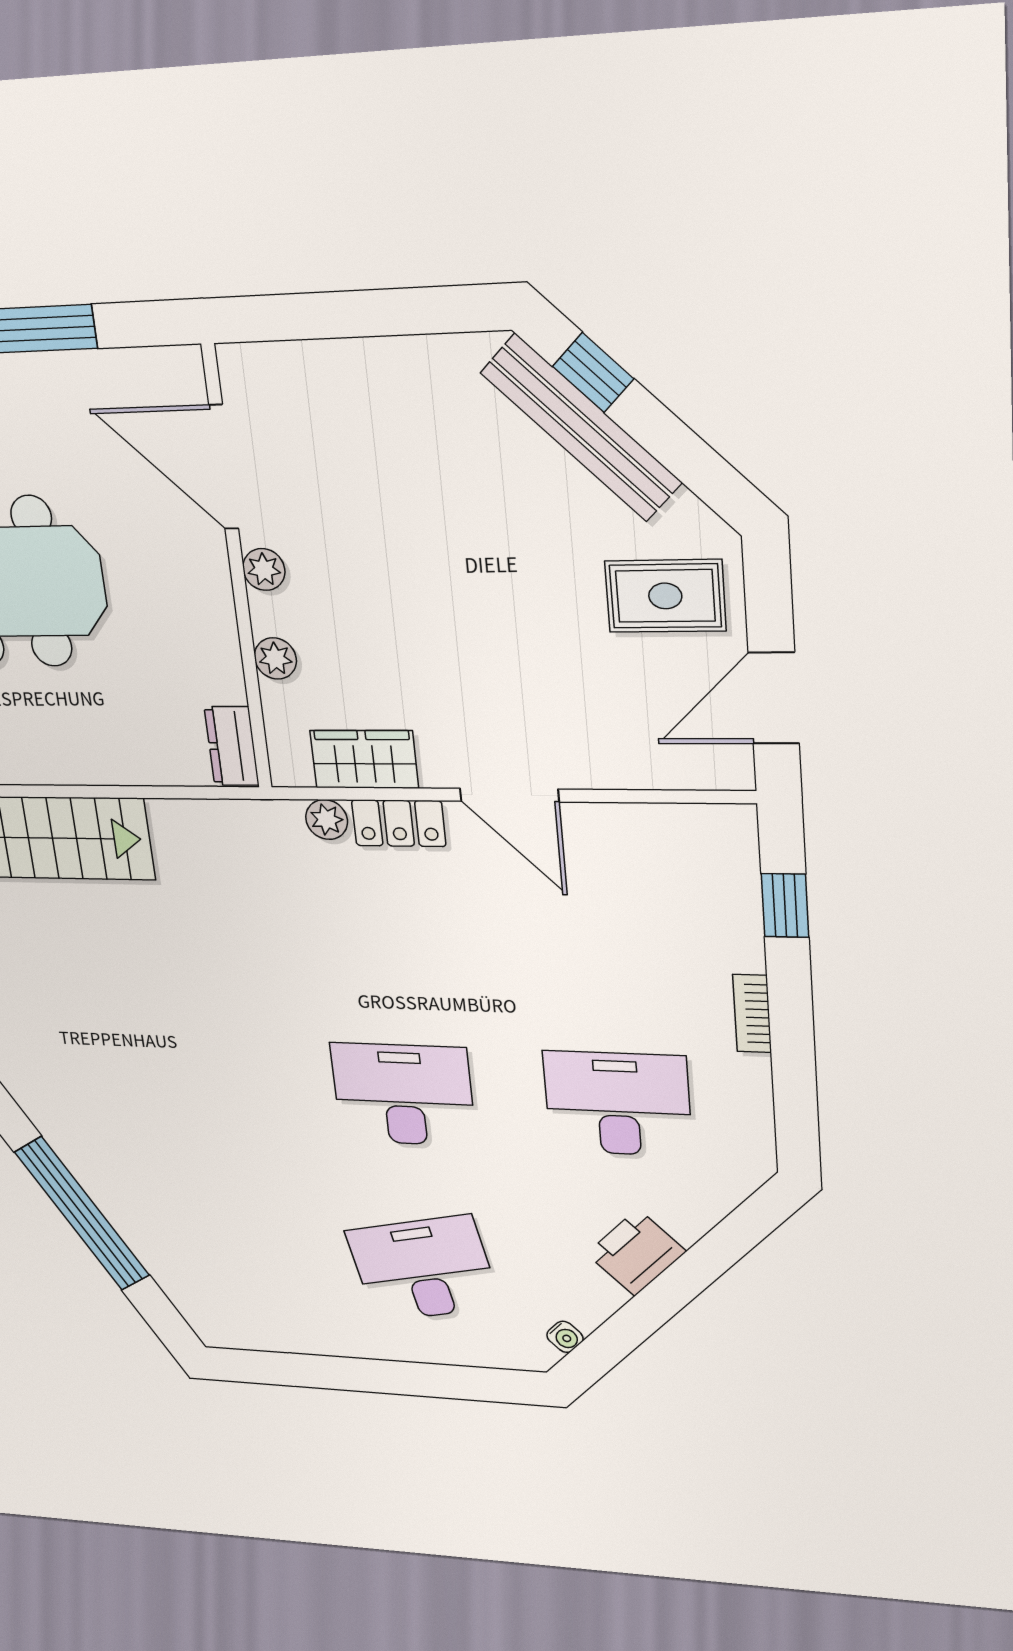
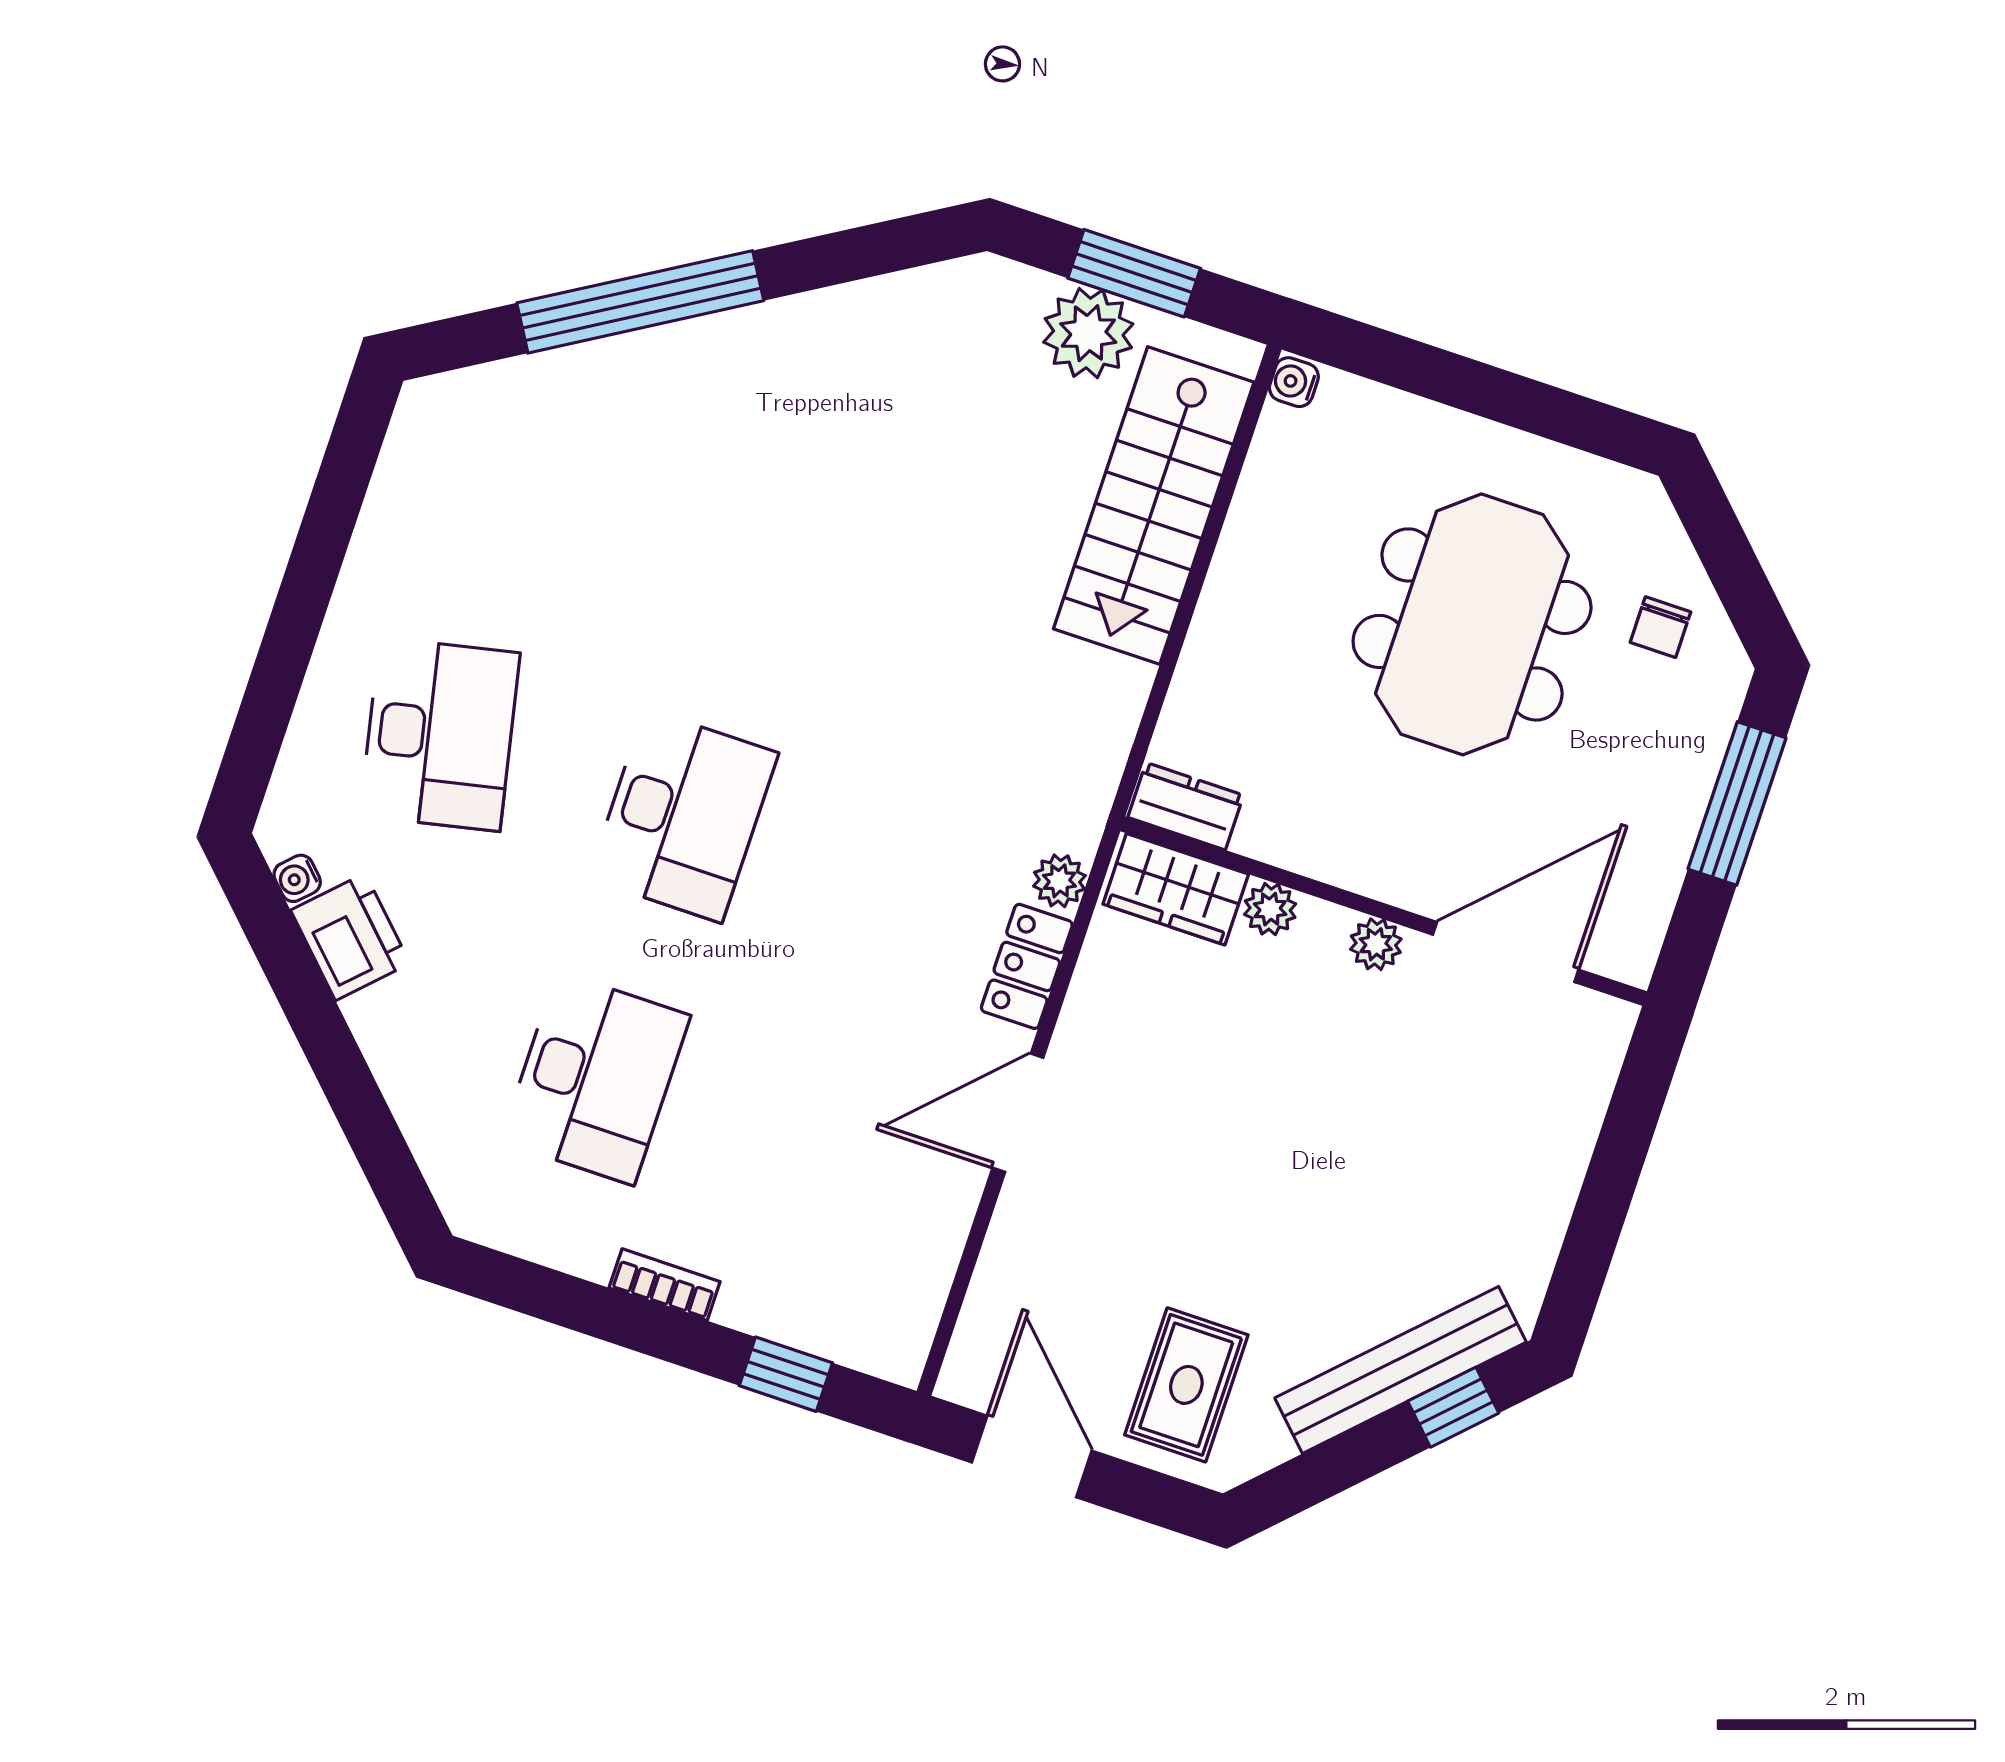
wardrobe: (364, 759) -> (1176, 889), moved, turned 90
printer: (636, 1253) -> (350, 937), moved

